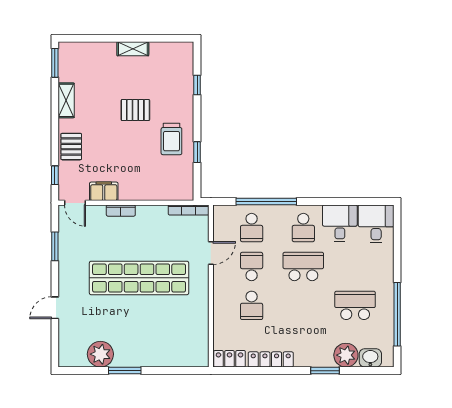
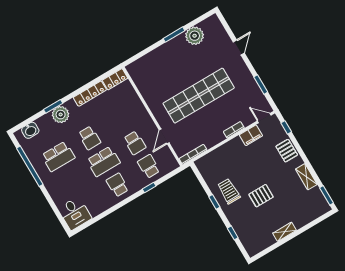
window: (197, 152) -> (214, 202), moved
window: (266, 201) -> (149, 187), width x0.32
desk: (340, 223) -> (97, 201), removed
school desk: (252, 305) -> (89, 138), moved, turned 180
plant: (346, 355) -> (61, 115), moved

